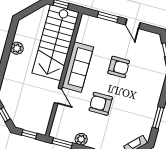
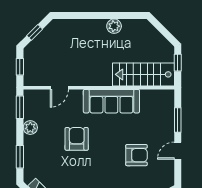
stairs: (56, 43) -> (144, 74), width x0.73, depth x0.66
armchair: (119, 67) -> (136, 155), moved, turned -90
door: (58, 96) -> (59, 88), moved

